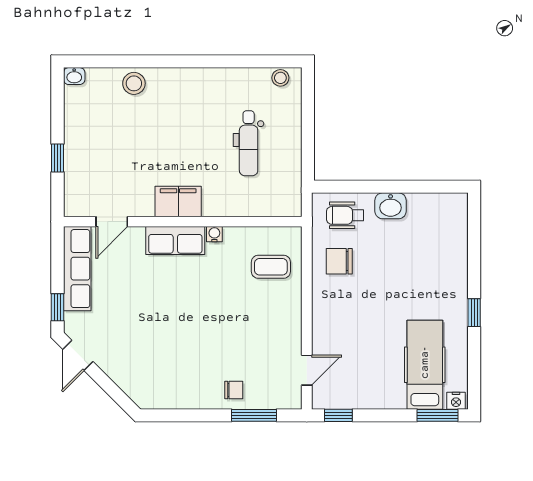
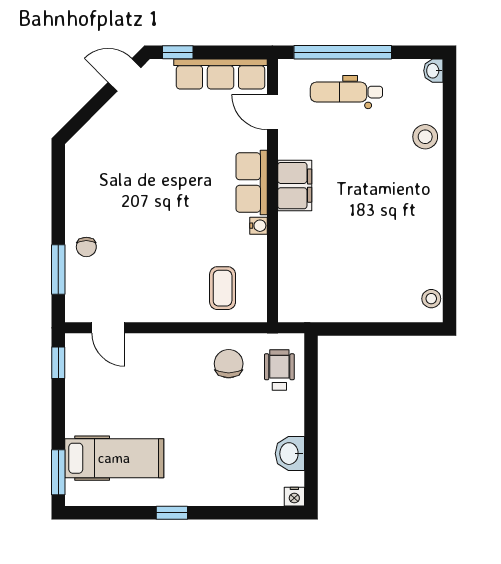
dental chair: (249, 143) -> (346, 92), moved
window: (58, 158) -> (343, 52), width x3.17
washbasin: (391, 206) -> (290, 454), moved
nightstand: (456, 401) -> (294, 497), moved, turned -90

